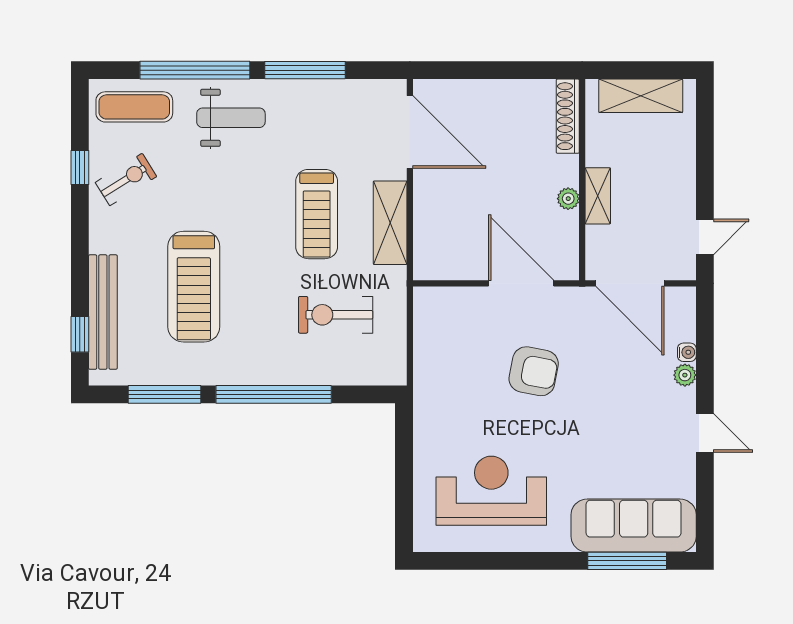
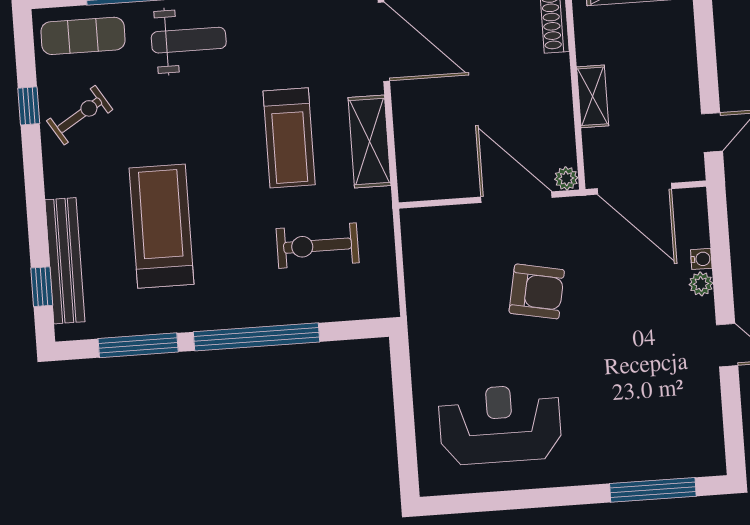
plant: (568, 199) -> (566, 178), moved
treadmill: (194, 287) -> (162, 226), turned 180
sofa: (634, 526) -> (657, 451), removed

